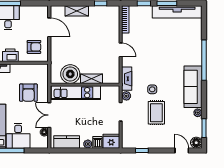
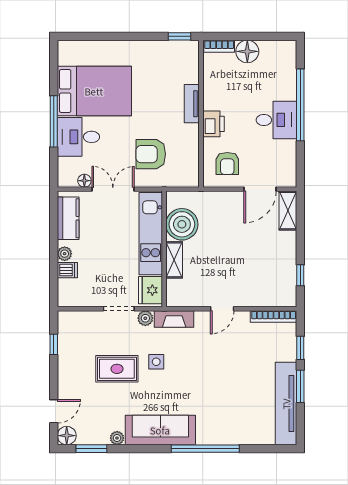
shelving: (77, 11) -> (288, 211), moved
fridge: (111, 141) -> (150, 290), moved, turned 180

